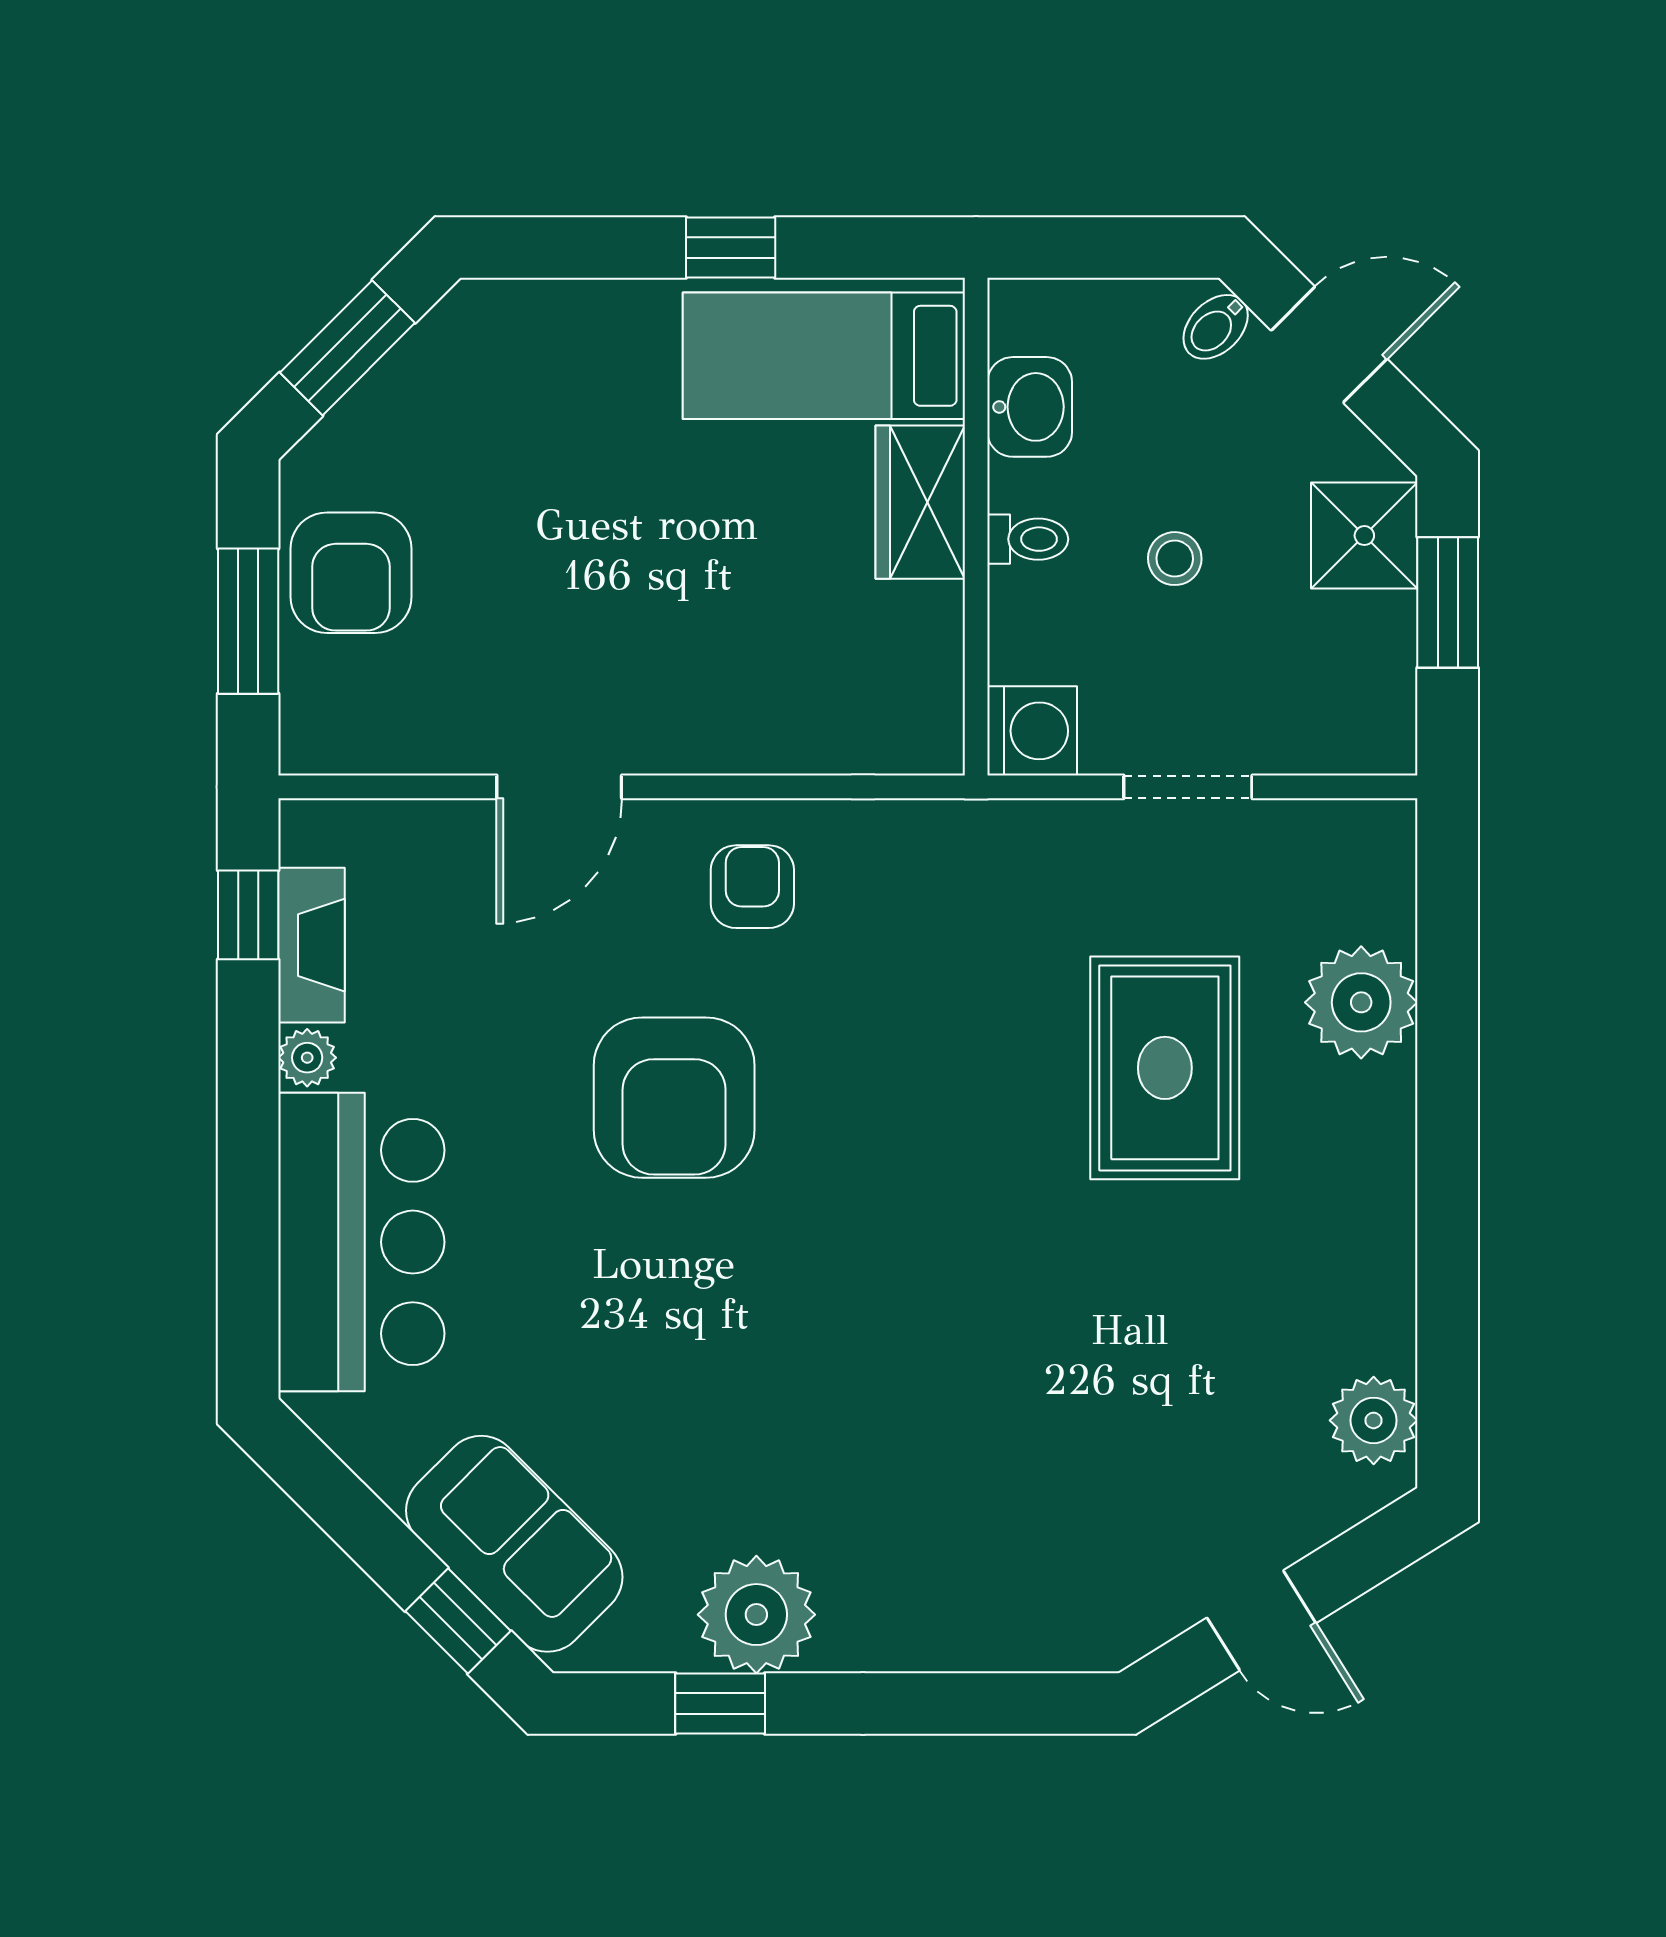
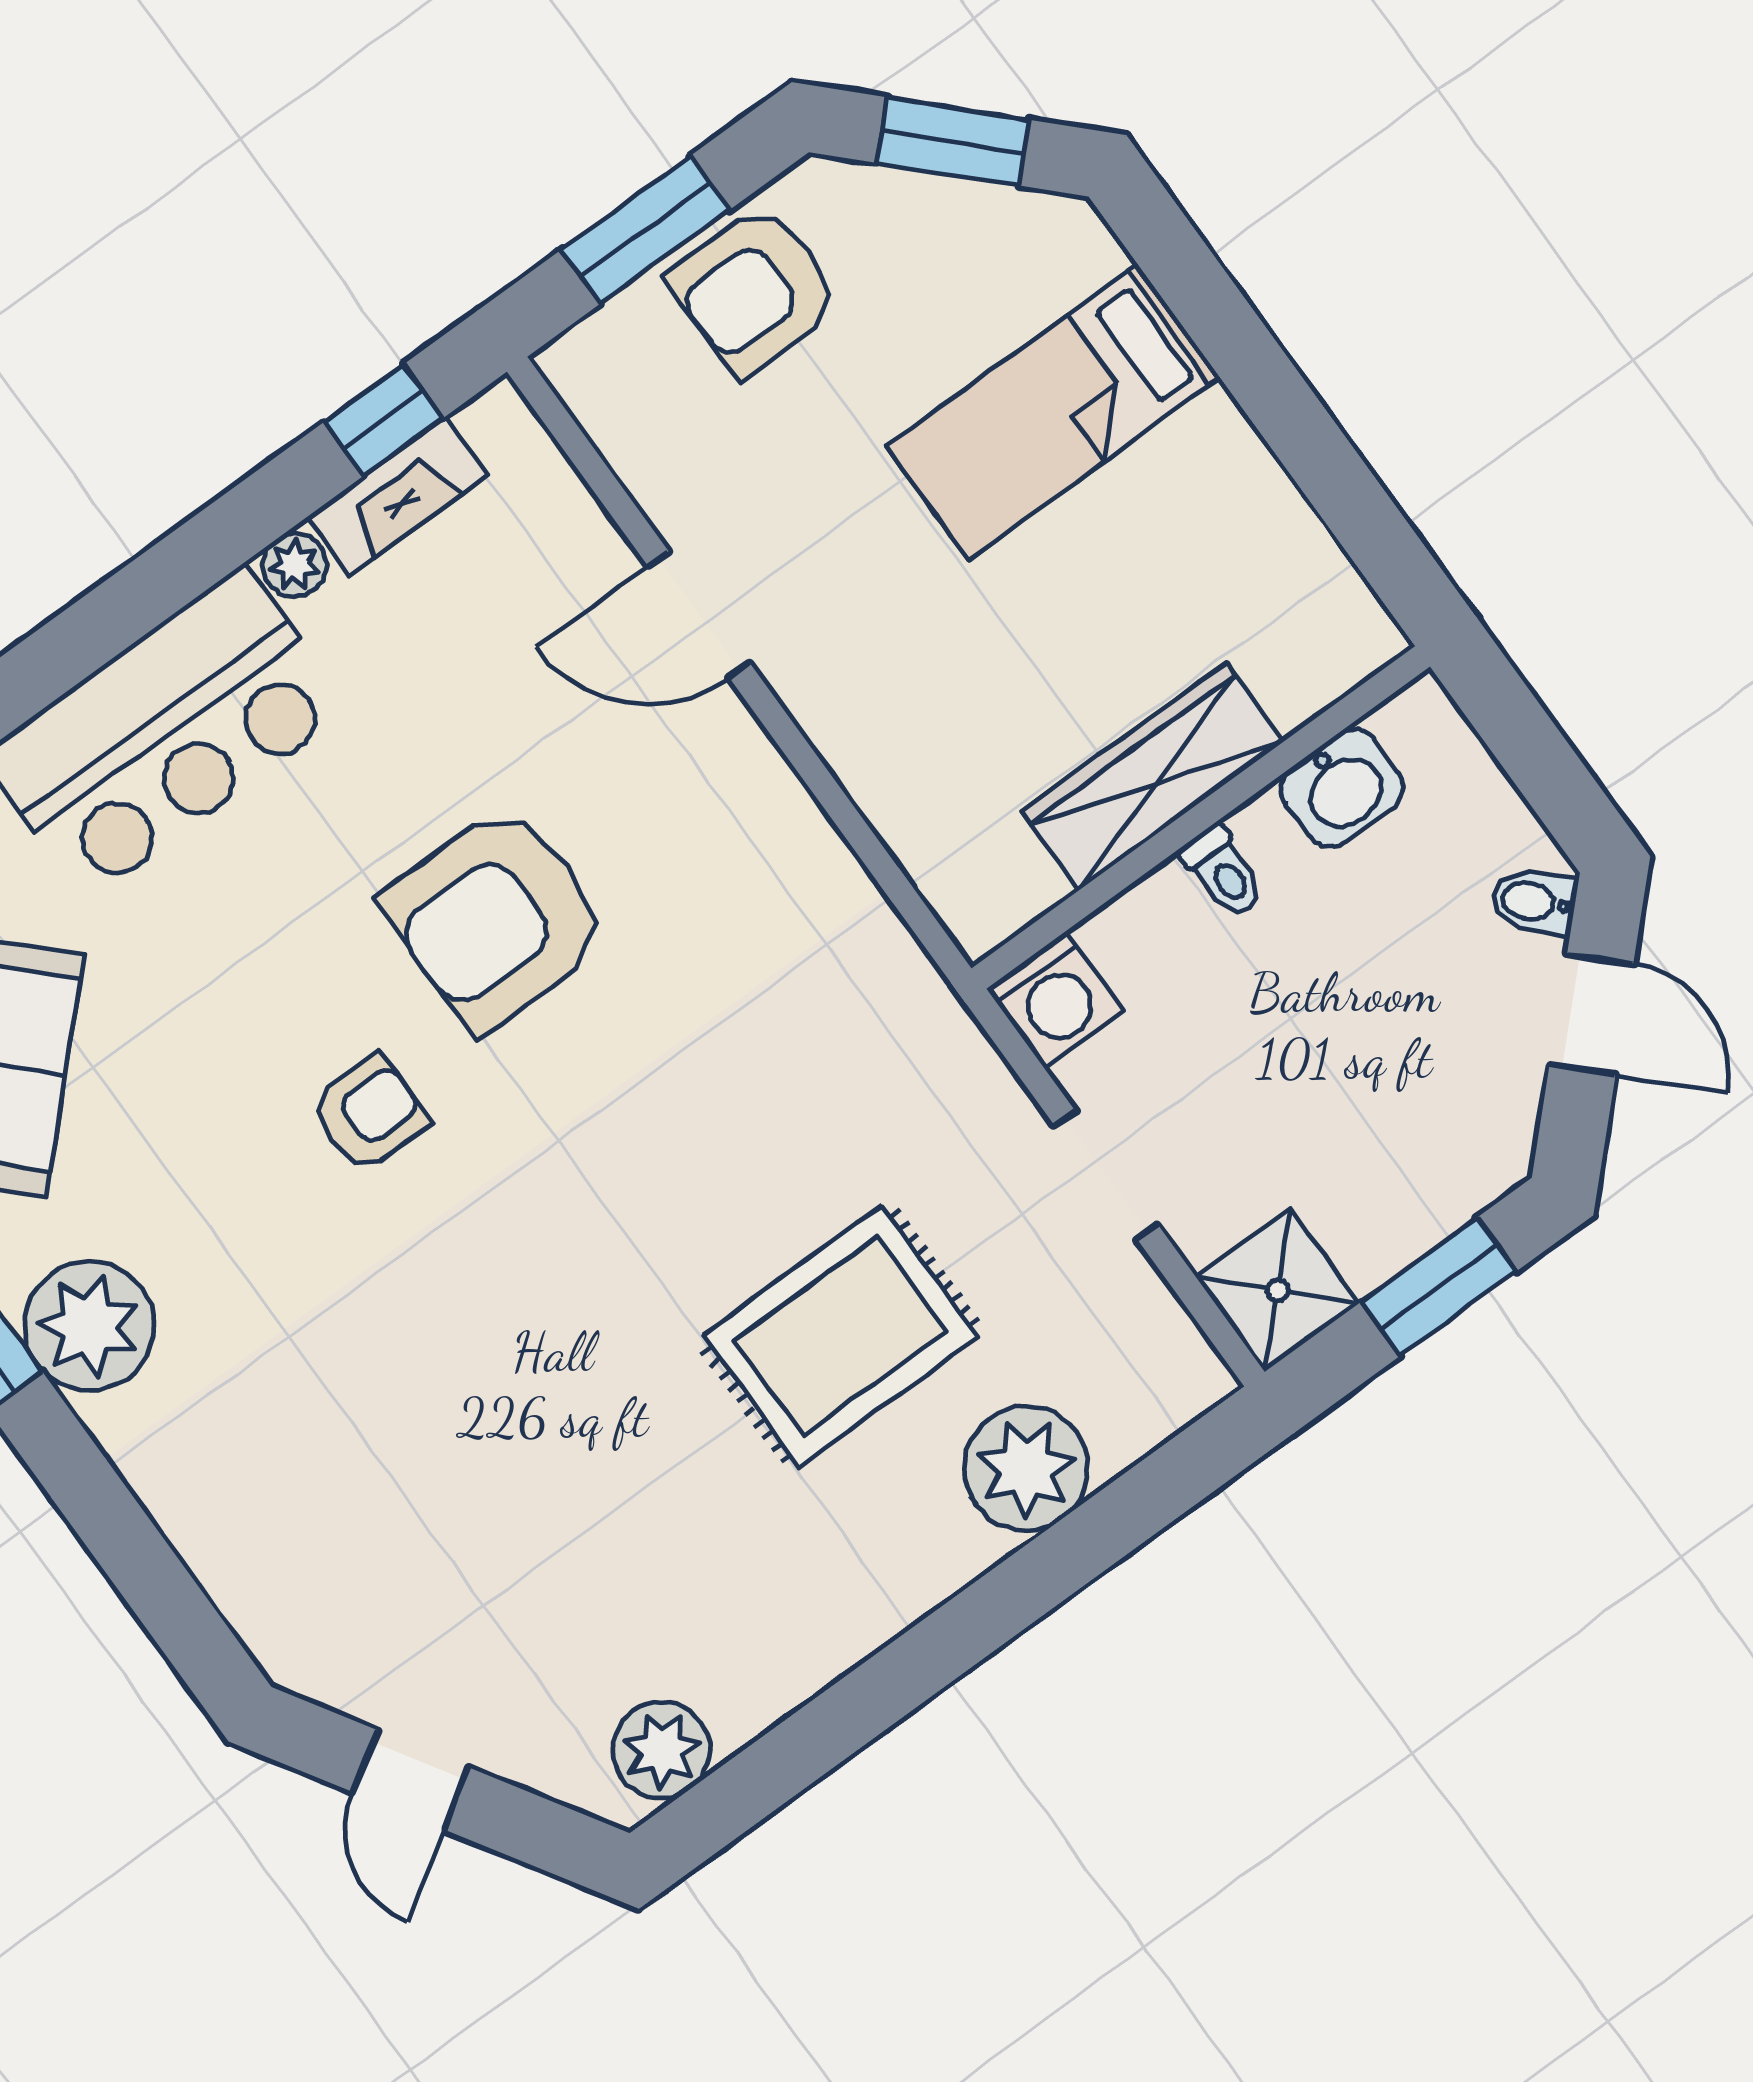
window: (731, 247) -> (1291, 418), removed
bed: (824, 356) -> (1053, 412), moved, turned -90
wardrobe: (920, 502) -> (1152, 777), width x1.50
shower: (1364, 536) -> (1278, 1290), moved
stool: (1175, 559) -> (1301, 1015), removed
armchair: (752, 887) -> (369, 1113), moved

